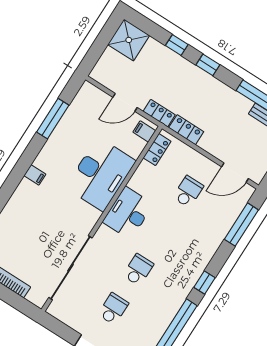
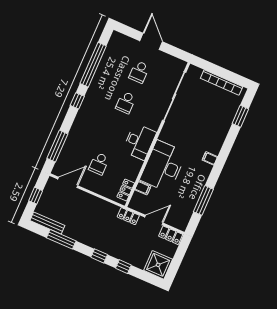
locker: (186, 130) -> (171, 235), moved
filing cabinet: (144, 131) -> (143, 188), moved

